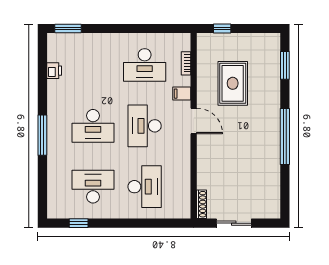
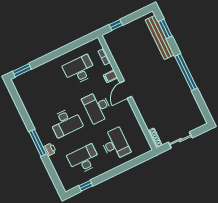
desk: (145, 65) -> (79, 70), turned 180
printer: (54, 71) -> (50, 149), moved
bench: (272, 73) -> (160, 37), added
rug: (233, 83) -> (138, 55), removed
door: (194, 121) -> (126, 90), swing flipped

